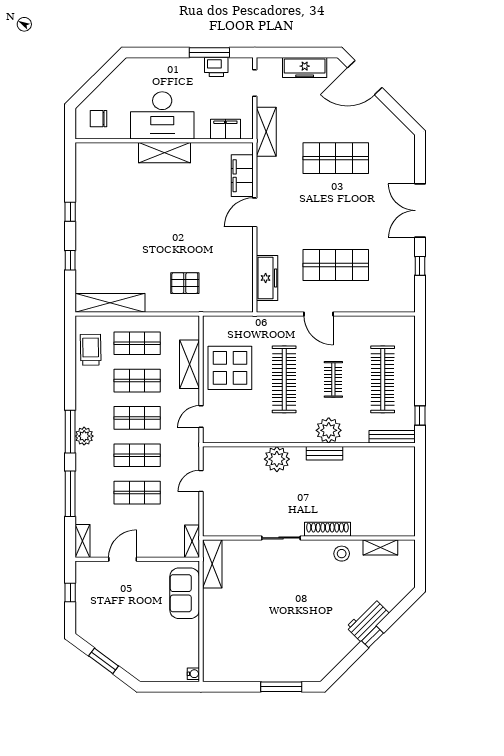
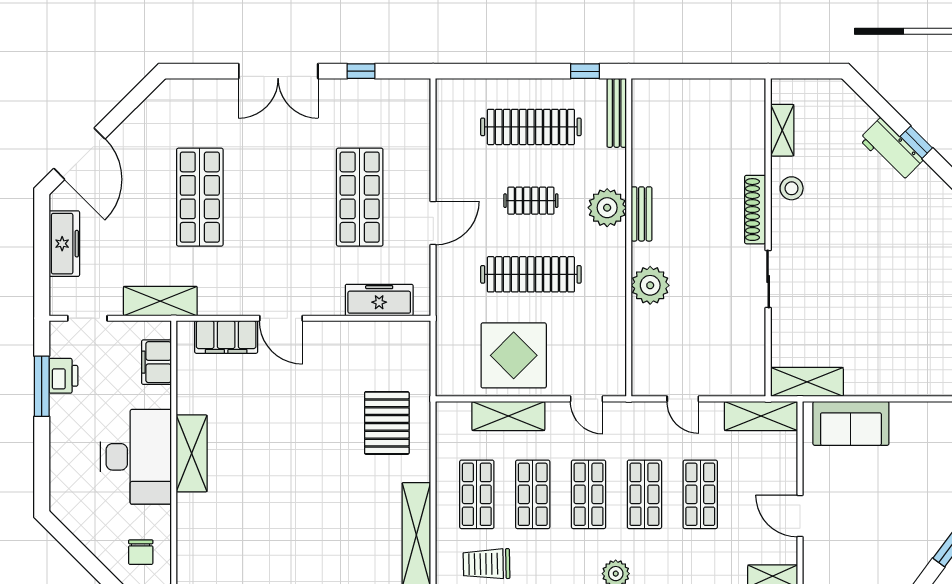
pallet: (185, 283) -> (387, 423), width x1.50, depth x1.42
shelving: (192, 541) -> (761, 416), width x1.50, depth x1.33

